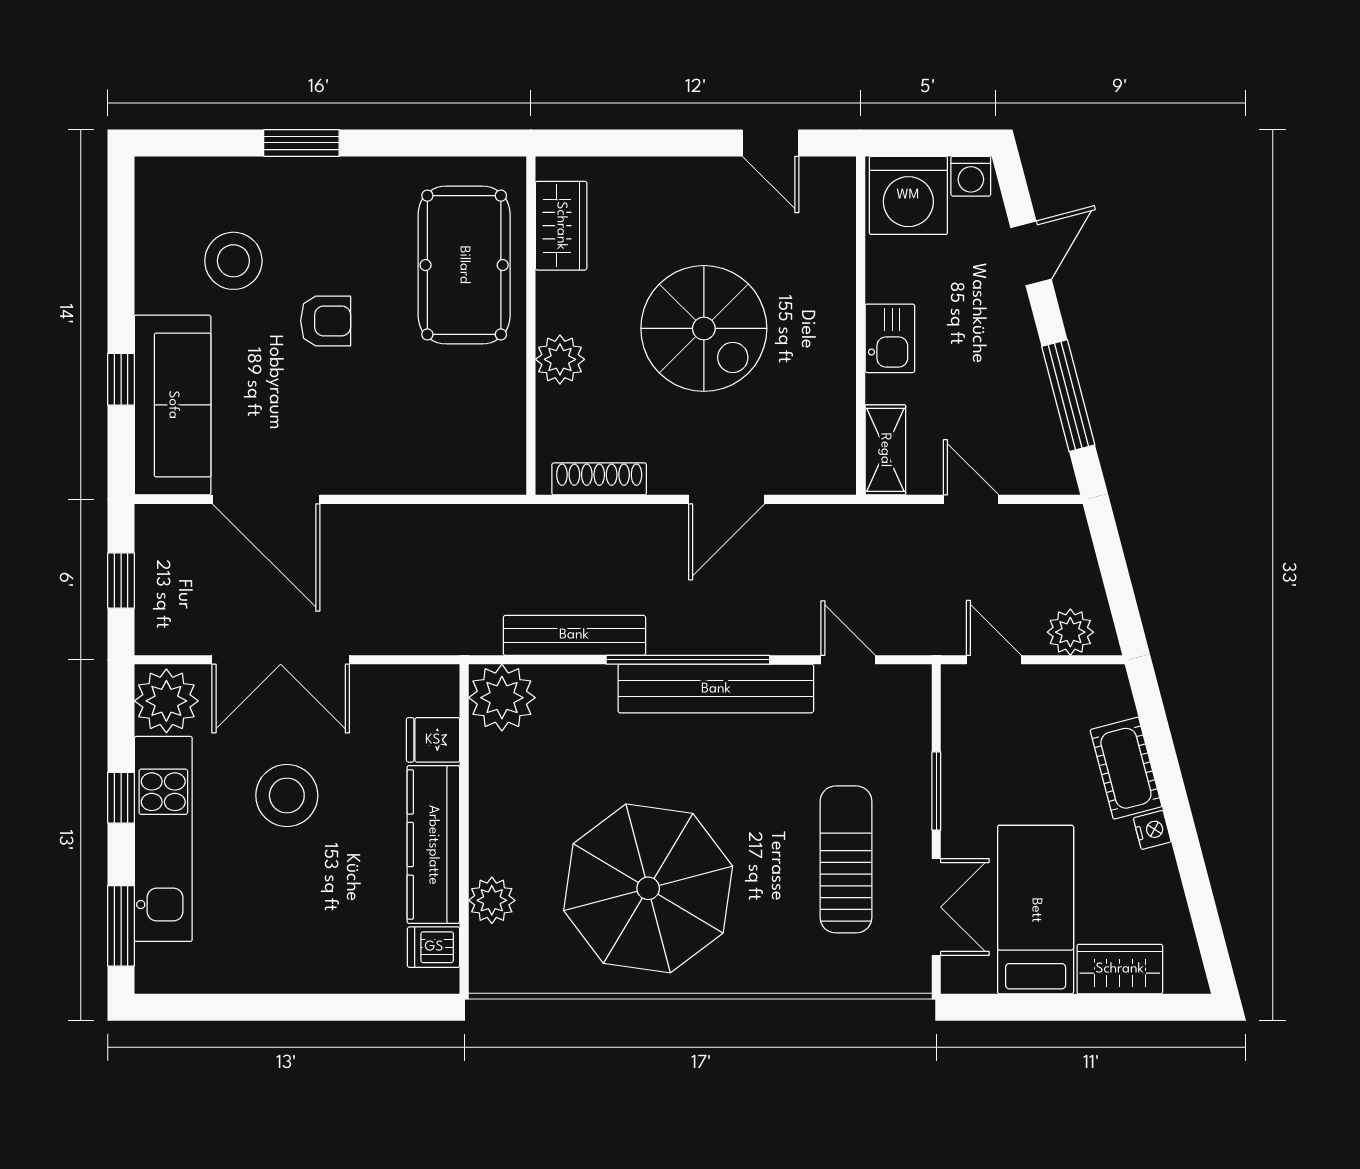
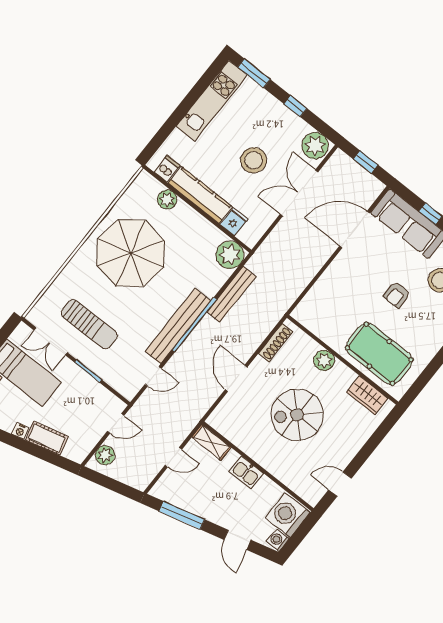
kitchen unit: (163, 839) -> (212, 101), moved, turned -90

